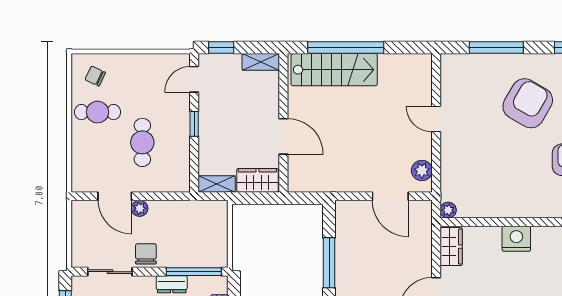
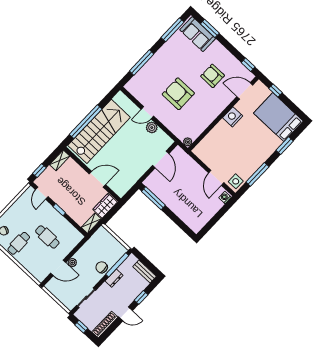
stairs: (334, 70) -> (99, 131), width x1.36, depth x1.51
armchair: (528, 103) -> (178, 94), moved, turned -30
plant: (422, 170) -> (152, 128), moved
door: (390, 196) -> (161, 159), hinge flipped
nightstand: (516, 239) -> (233, 117), moved
wardrobe: (451, 247) -> (203, 154), removed
chair: (146, 254) -> (102, 267), moved
window: (329, 263) -> (153, 198), moved

